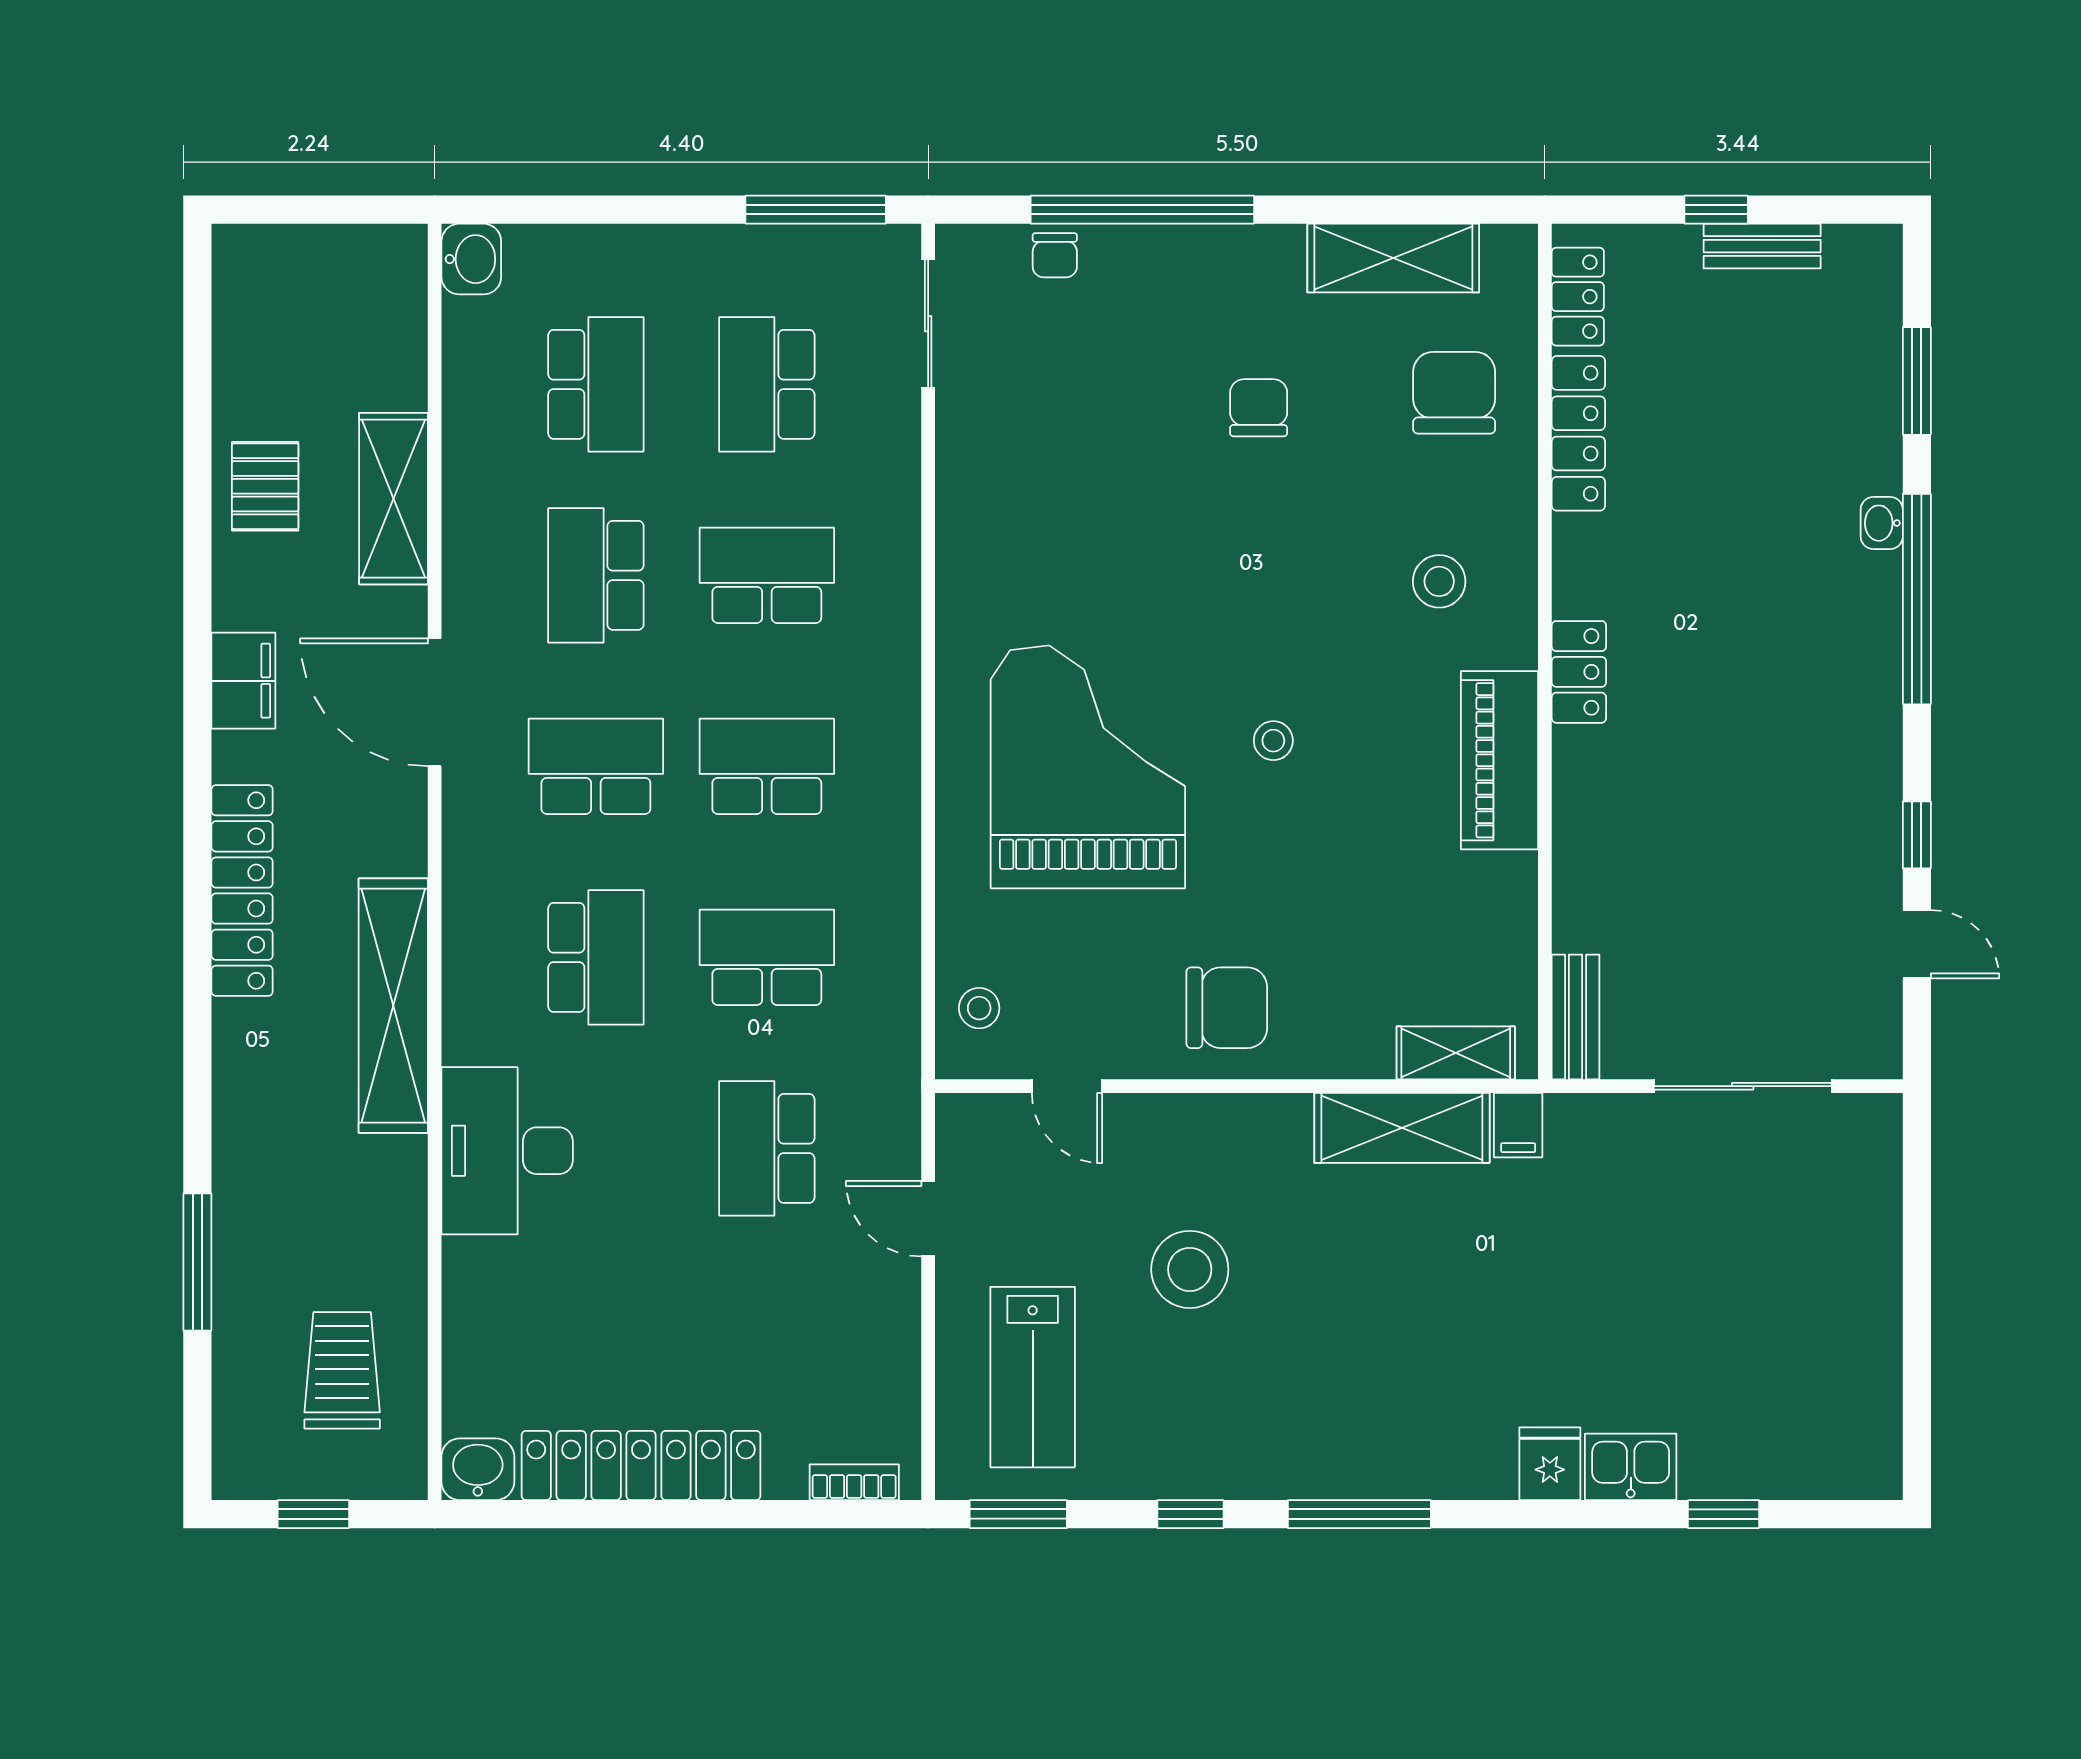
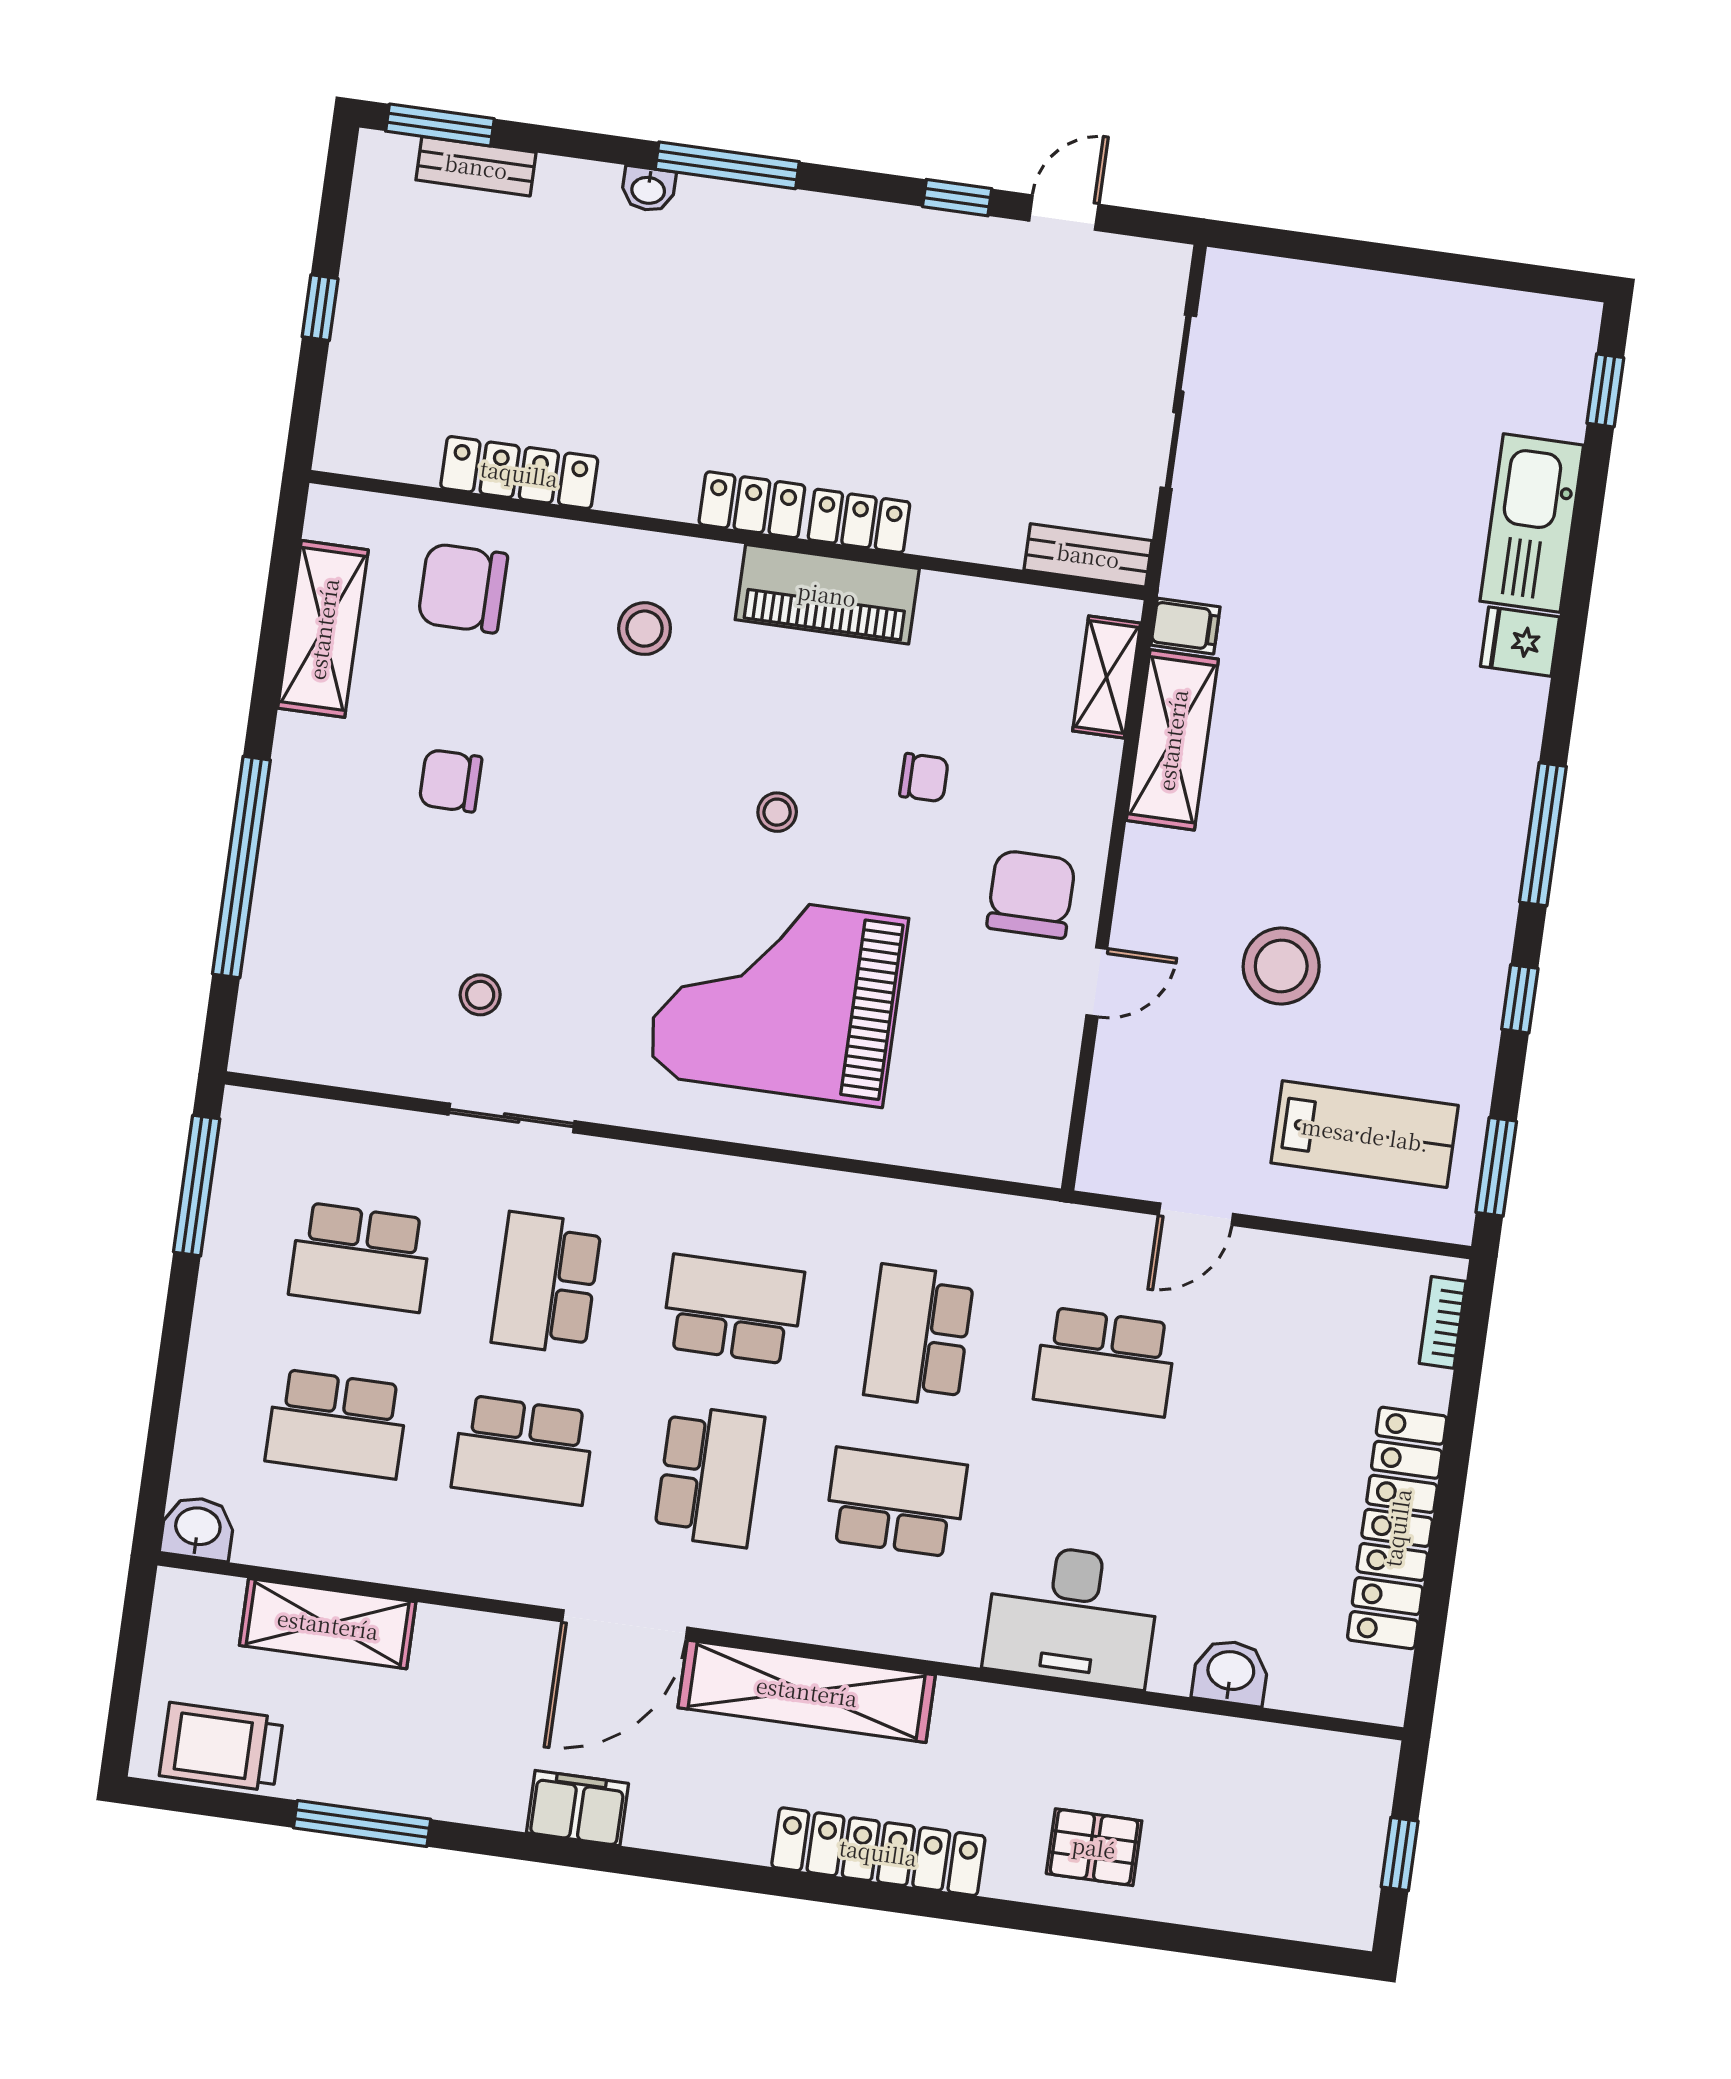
bench: (1762, 246) -> (476, 166), moved, turned 90
chair: (1055, 255) -> (924, 778), moved
locker: (1578, 297) -> (859, 521), moved
sliding door: (928, 324) -> (512, 1118), moved
window: (1917, 381) -> (440, 125), moved
school desk: (596, 384) -> (337, 1424), turned 180
pallet: (265, 486) -> (1094, 1847), moved
shelving: (394, 499) -> (328, 1624), moved
window: (1917, 599) -> (727, 165), width x0.68
school desk: (596, 766) -> (709, 1476), turned 180
school desk: (767, 766) -> (733, 1309), turned 90
locker: (242, 891) -> (878, 1852), moved
shelving: (393, 1006) -> (807, 1691), moved
stool: (979, 1008) -> (480, 995), moved
door: (1067, 1086) -> (1097, 982), moved
window: (197, 1262) -> (362, 1823), moved
trolley: (342, 1370) -> (221, 1747), moved
kitchen sink: (1631, 1467) -> (1532, 523), width x1.87, depth x1.24
washbasin: (478, 1469) -> (1231, 1672), moved, turned 90
window: (1723, 1514) -> (1605, 390), moved

